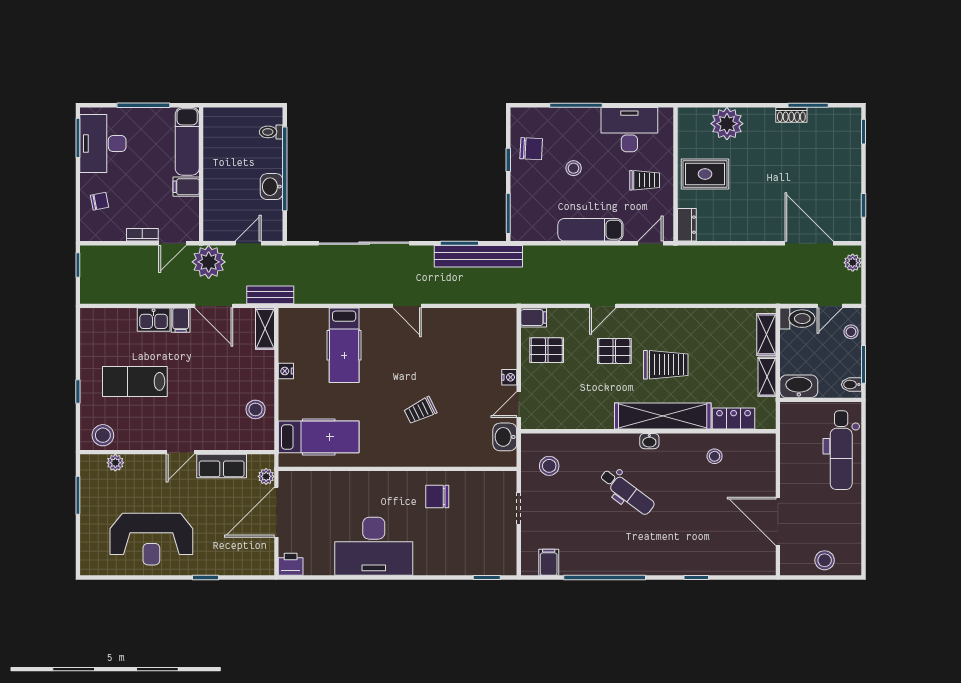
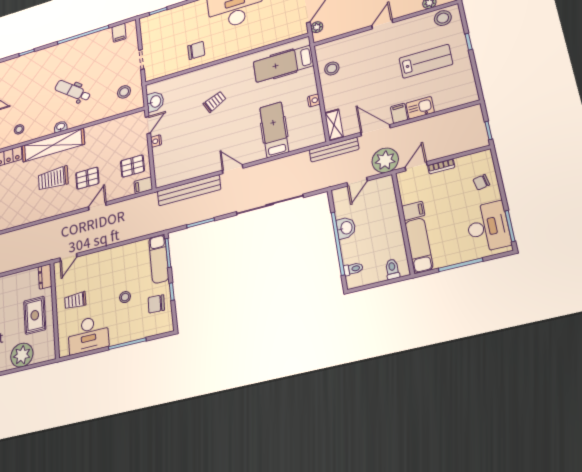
toilet: (224, 120) -> (392, 269), added
rug: (705, 174) -> (35, 315), turned 90
exam couch: (590, 230) -> (159, 259), moved, turned 90
bench: (478, 256) -> (189, 190), moved
bench: (270, 295) -> (334, 150), width x1.36
row of seats: (222, 466) -> (350, 24), removed

